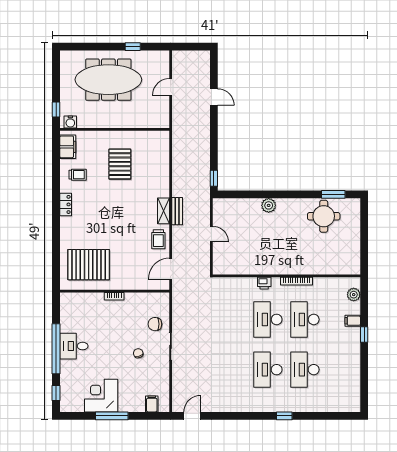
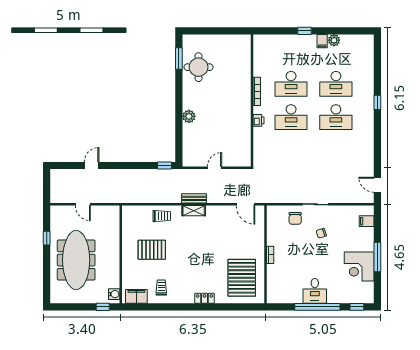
locker: (66, 204) -> (204, 298), moved
trolley: (158, 239) -> (162, 216), moved
plant: (354, 295) -> (334, 40), moved
filing cabinet: (353, 321) -> (322, 41), moved

